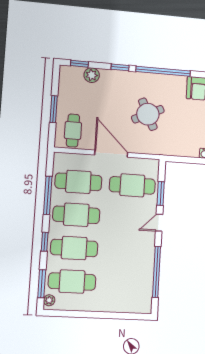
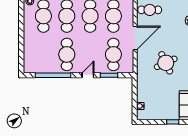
door: (159, 223) -> (88, 75), hinge flipped
cafe table: (129, 251) -> (67, 54), added

